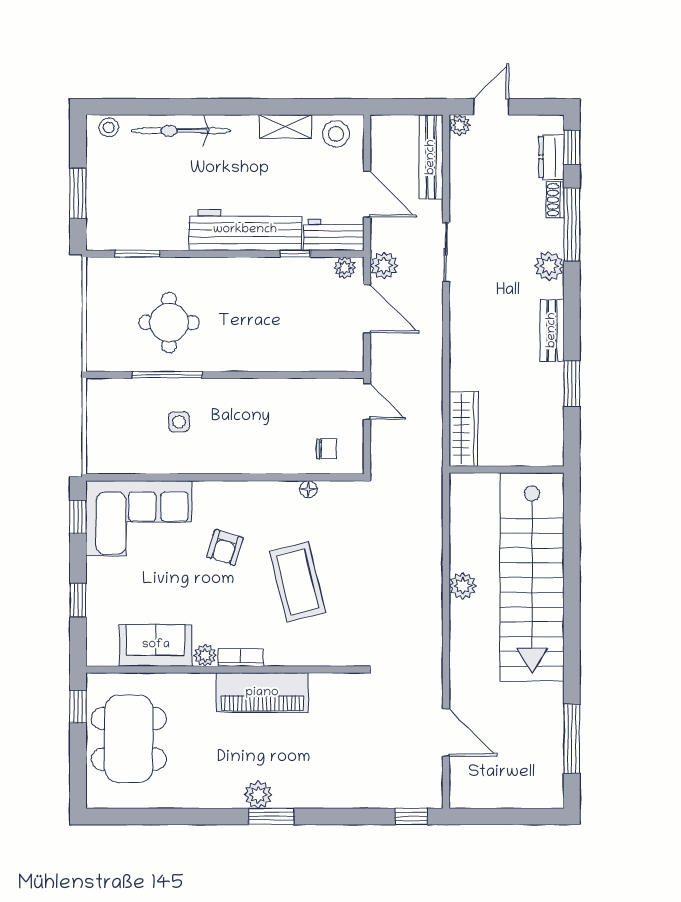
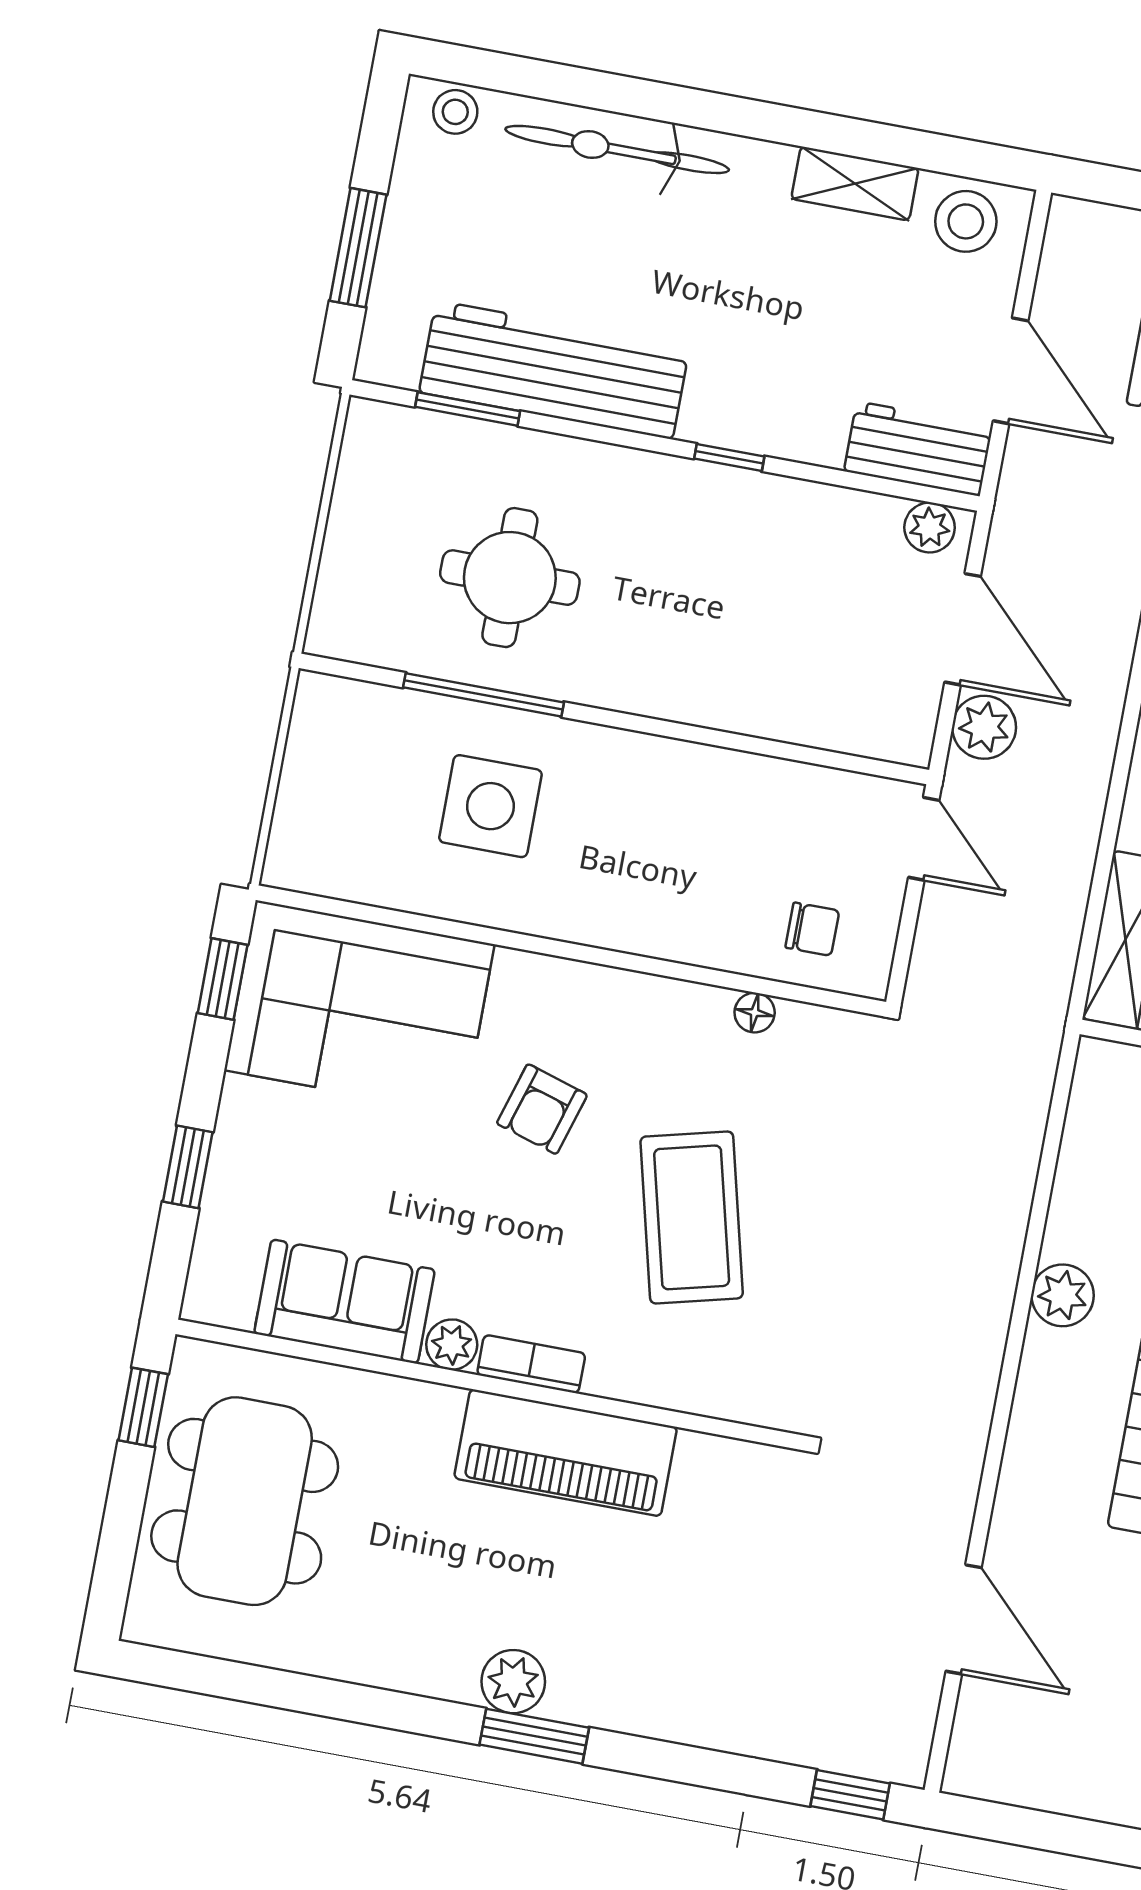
workbench: (245, 230) -> (554, 370), moved
window: (295, 254) -> (729, 457), moved
plant: (384, 266) -> (984, 727), moved
side table: (179, 422) -> (490, 806), width x1.87, depth x1.87

